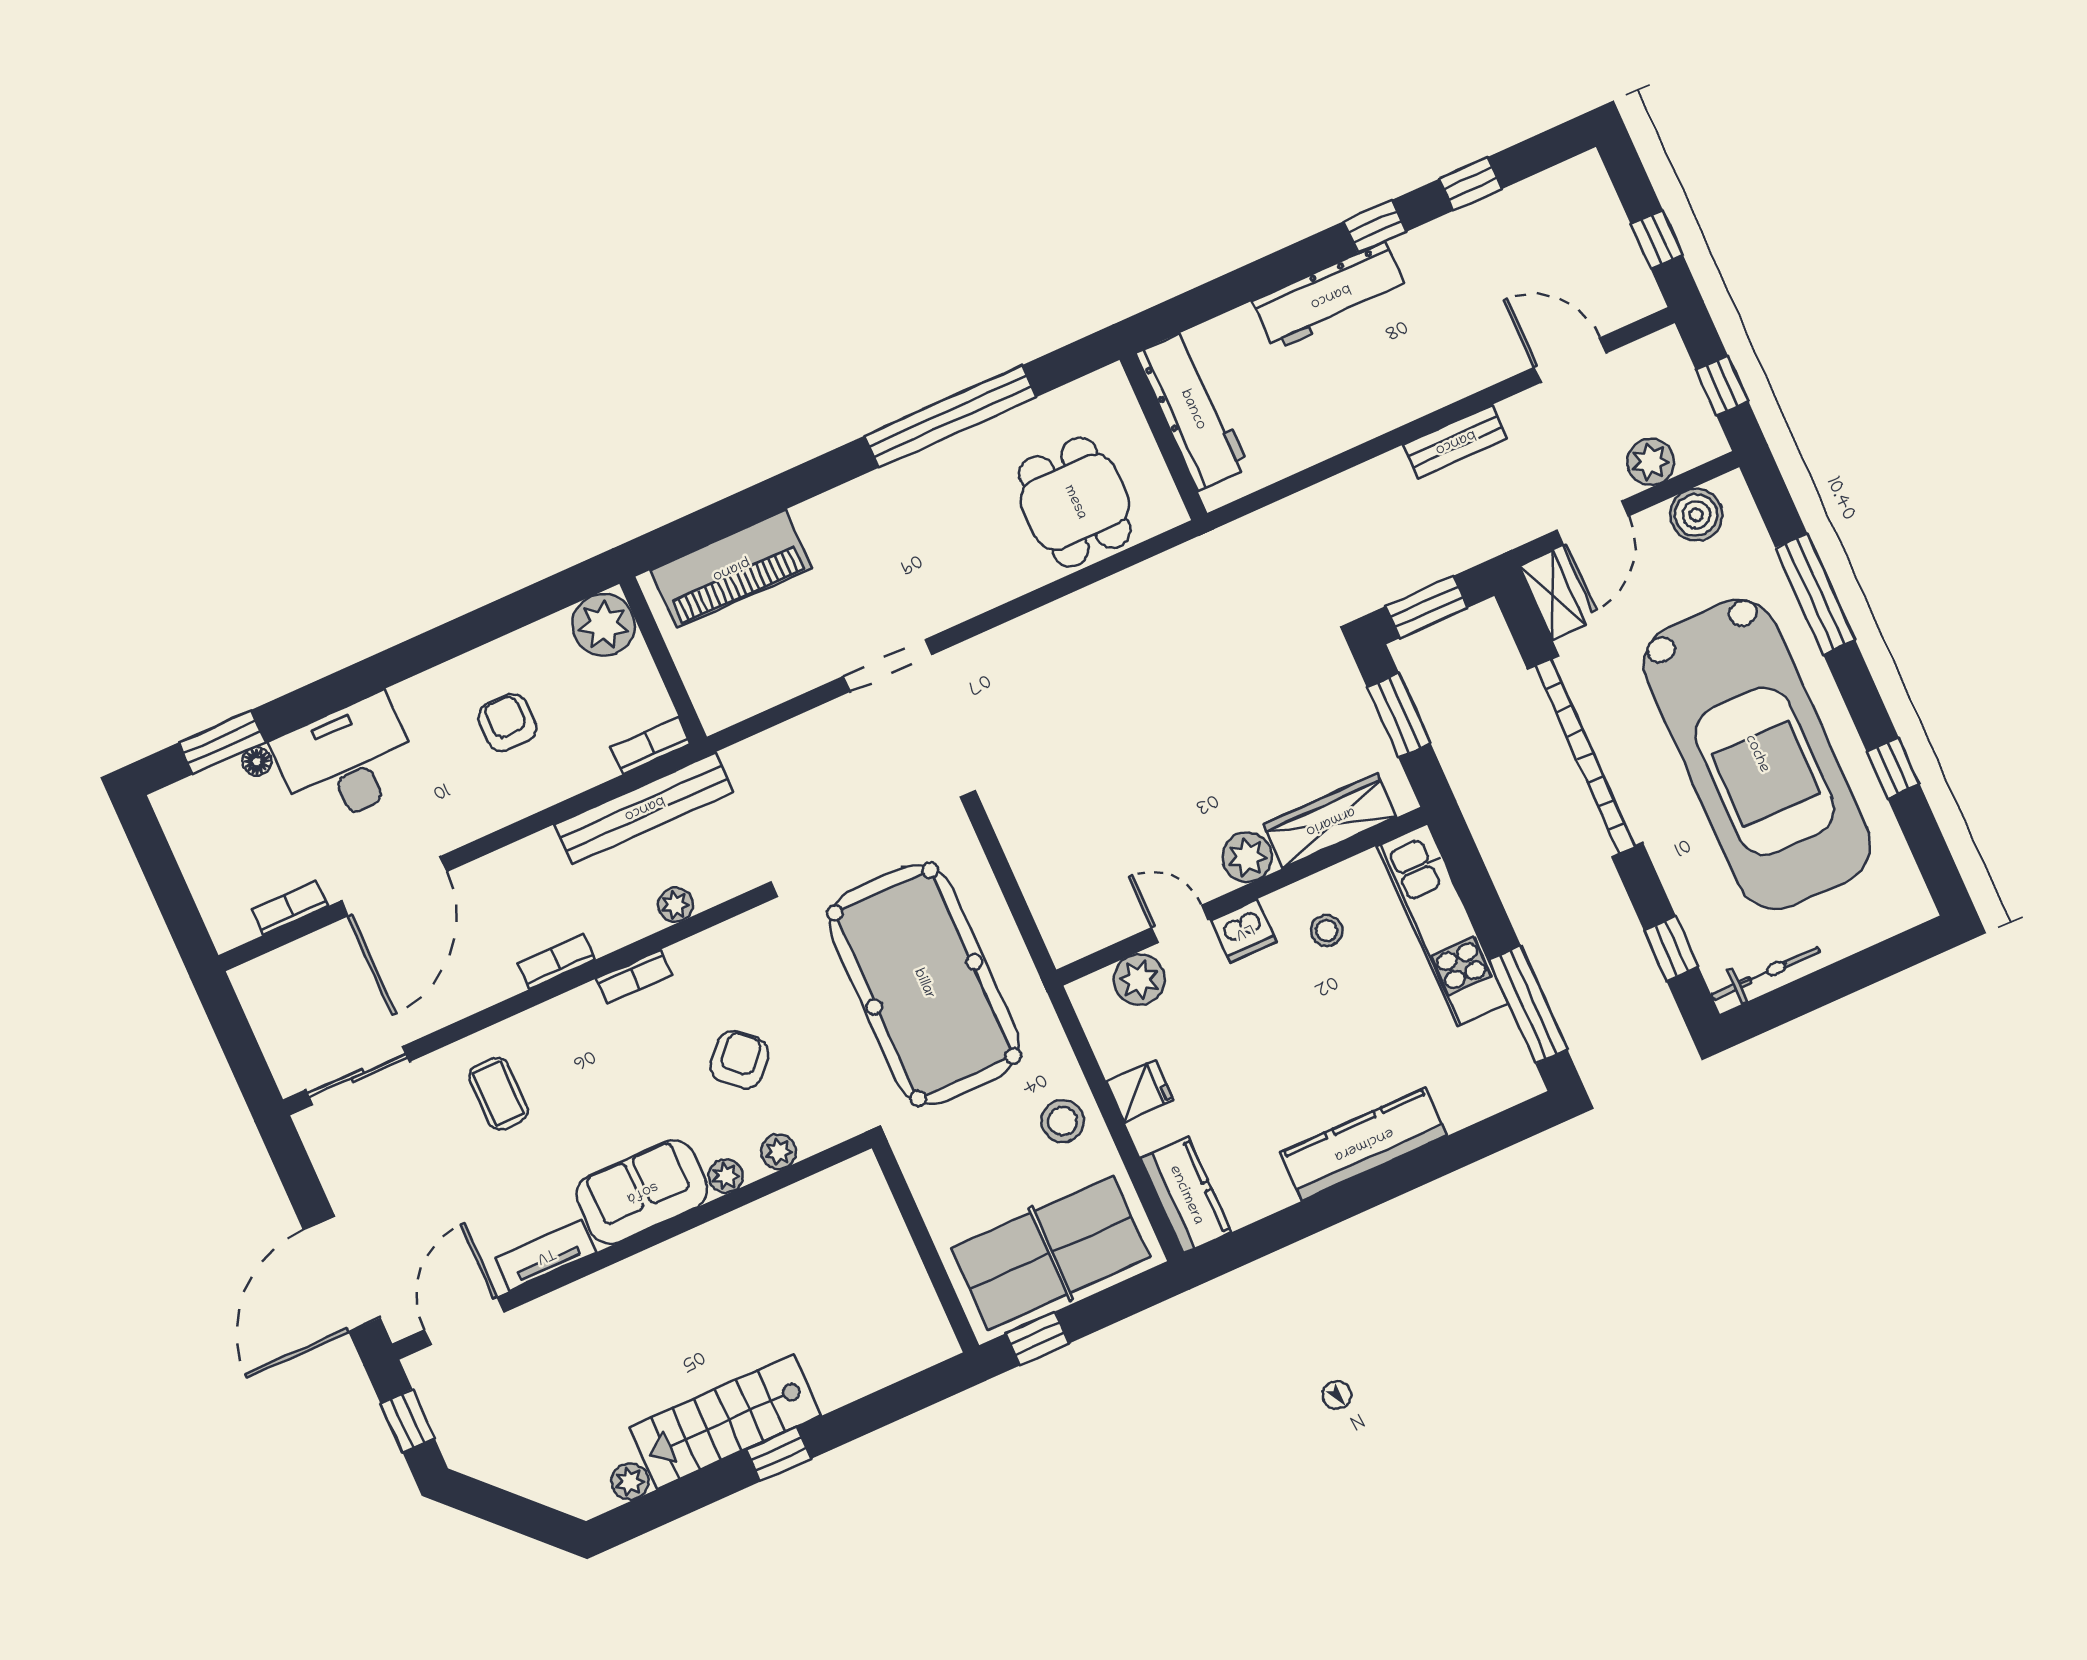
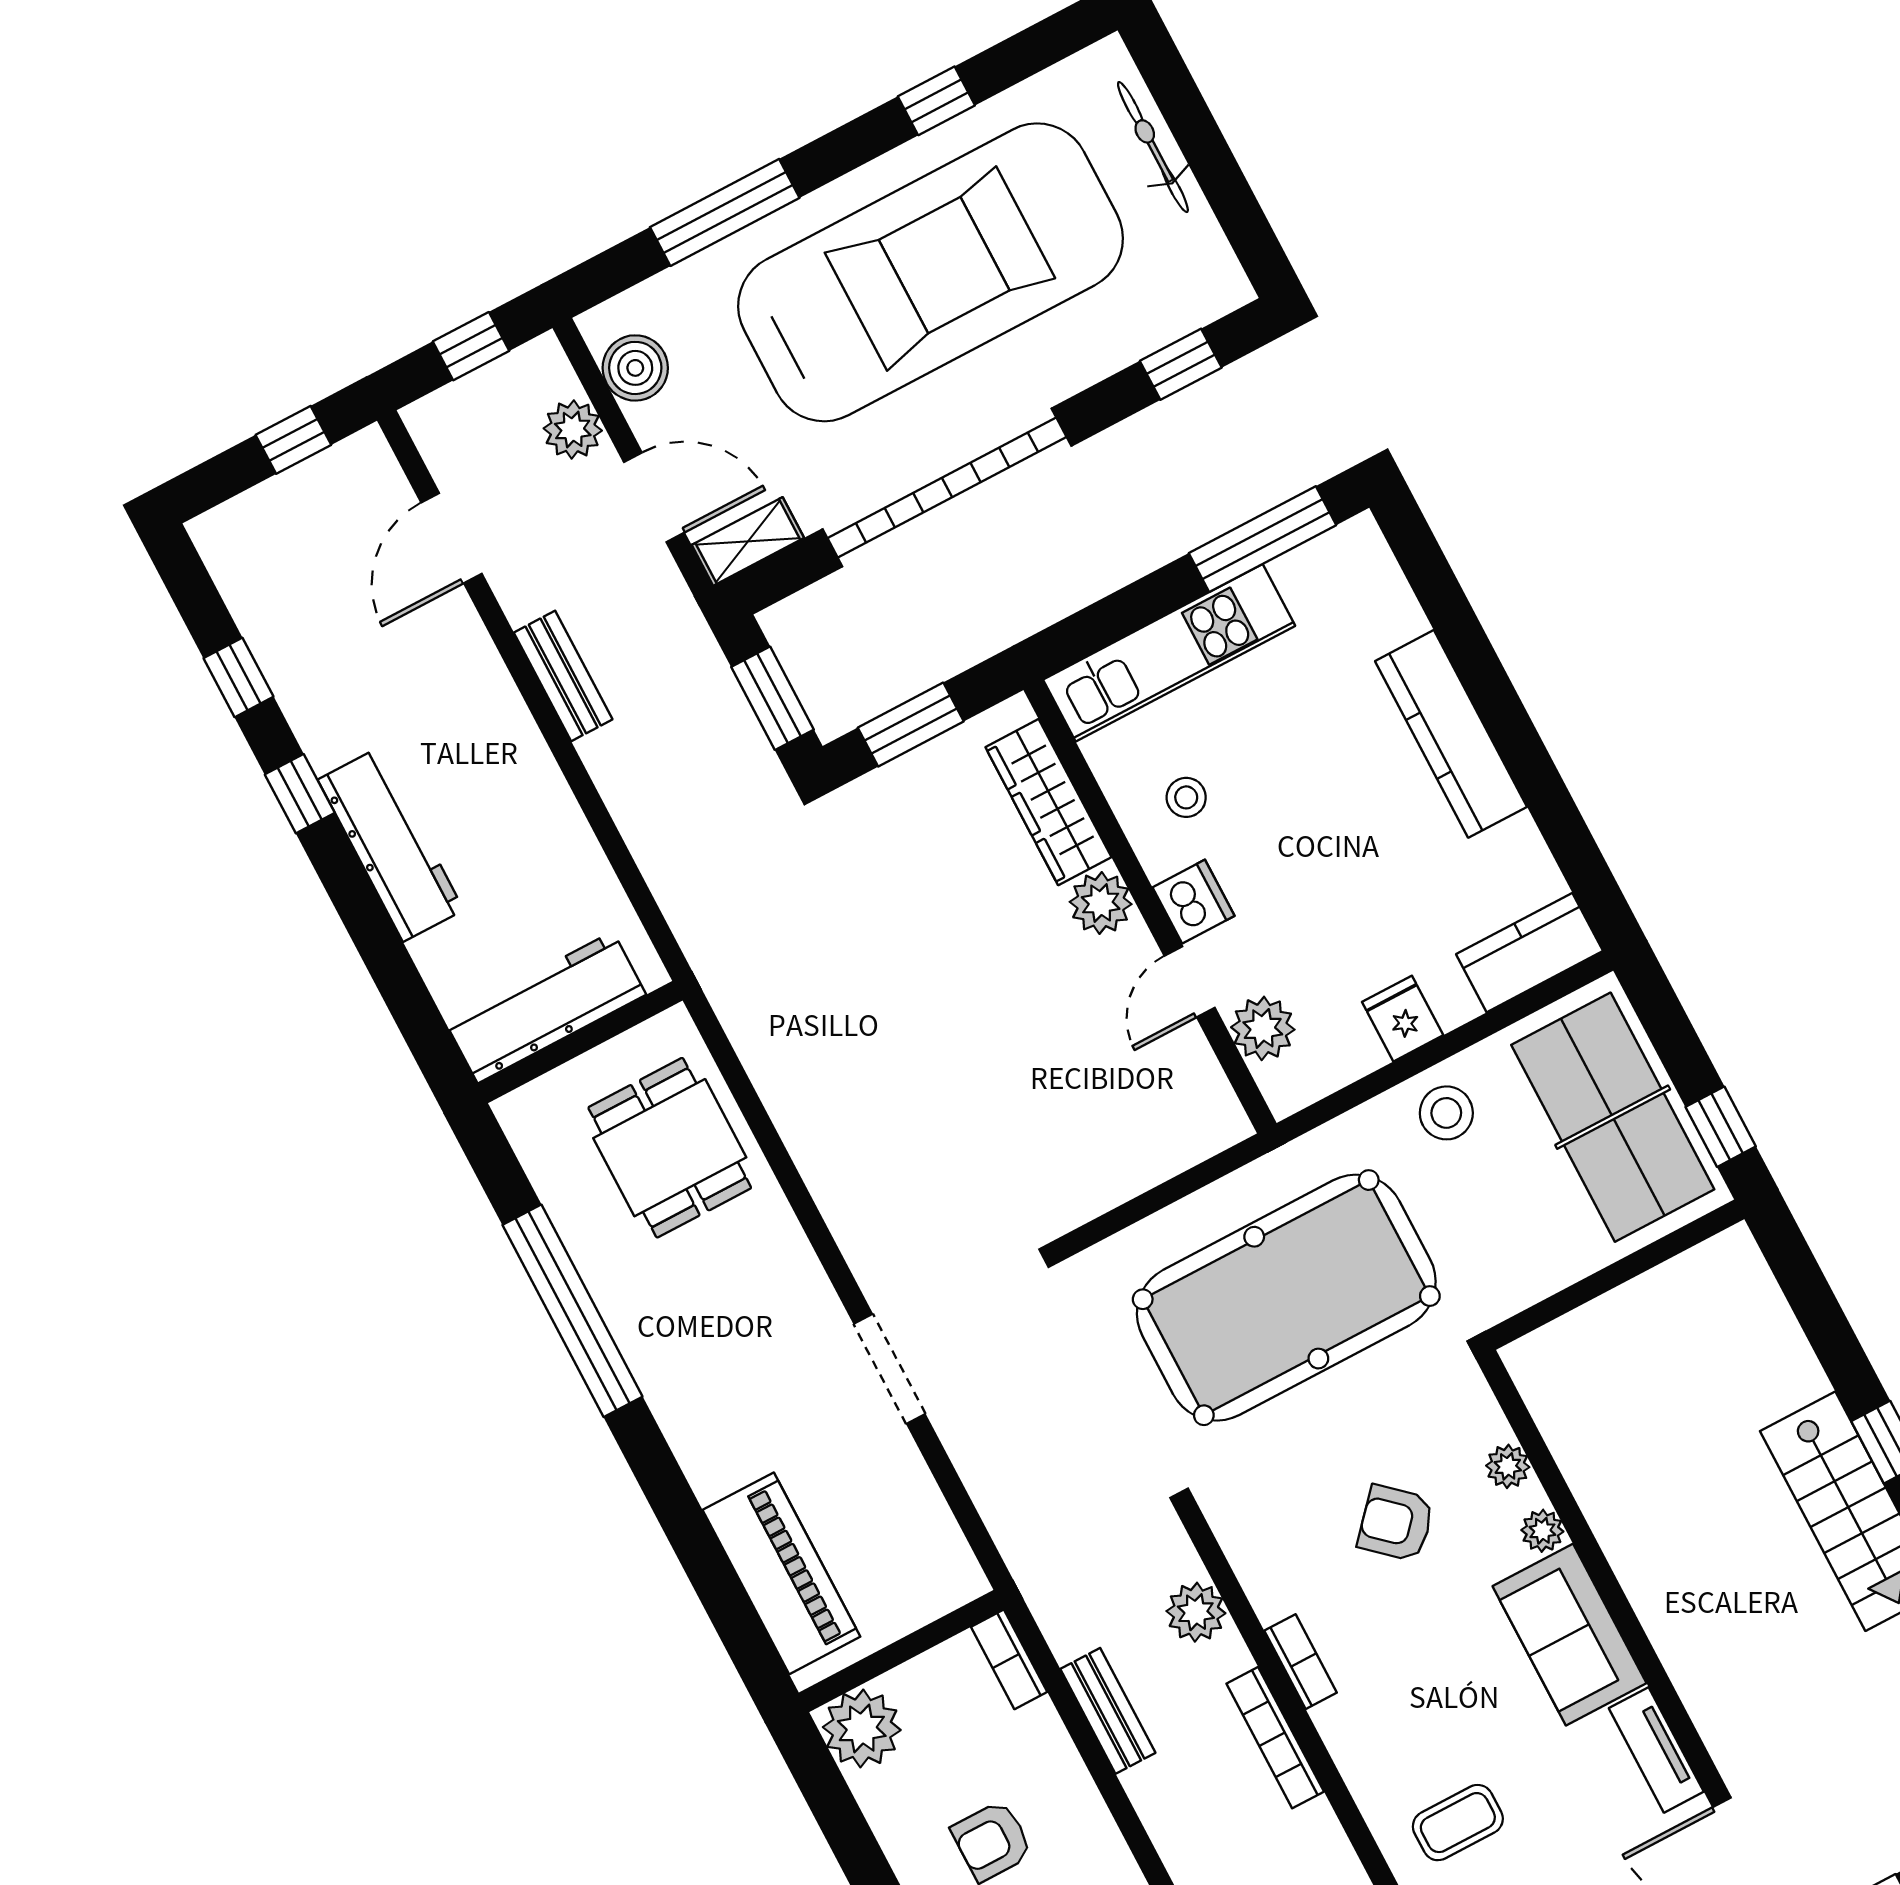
dining table: (1075, 502) -> (670, 1148), turned 90
bench: (644, 808) -> (1108, 1711), width x0.54, depth x0.82
plant: (676, 905) -> (1196, 1612), width x1.38, depth x1.38
bookcase: (557, 961) -> (1275, 1738), width x1.56
bicycle: (1765, 973) -> (1153, 147), moved

